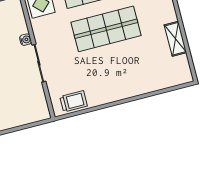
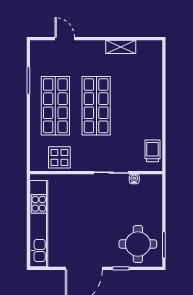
water cooler: (26, 40) -> (134, 179), moved

